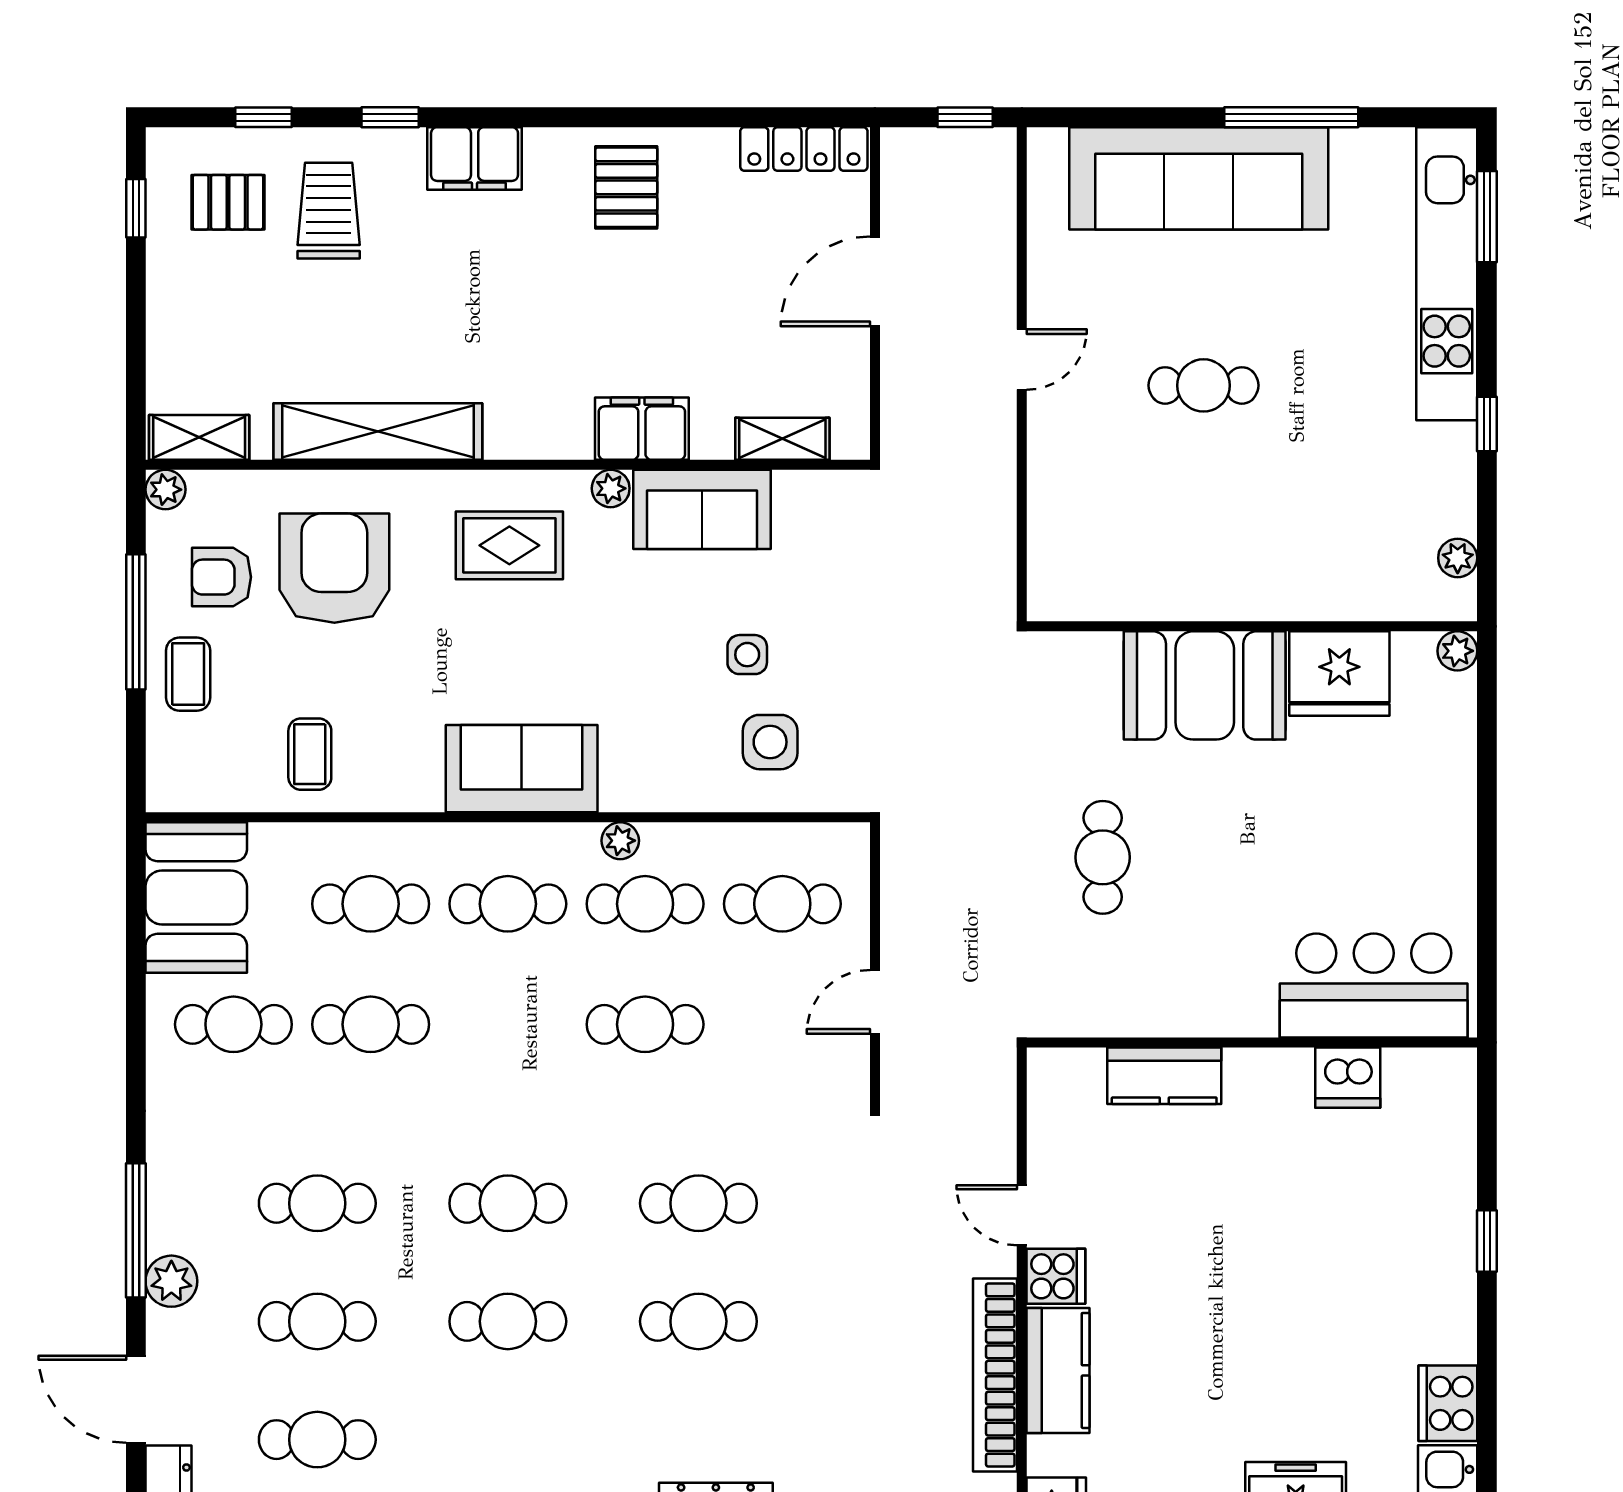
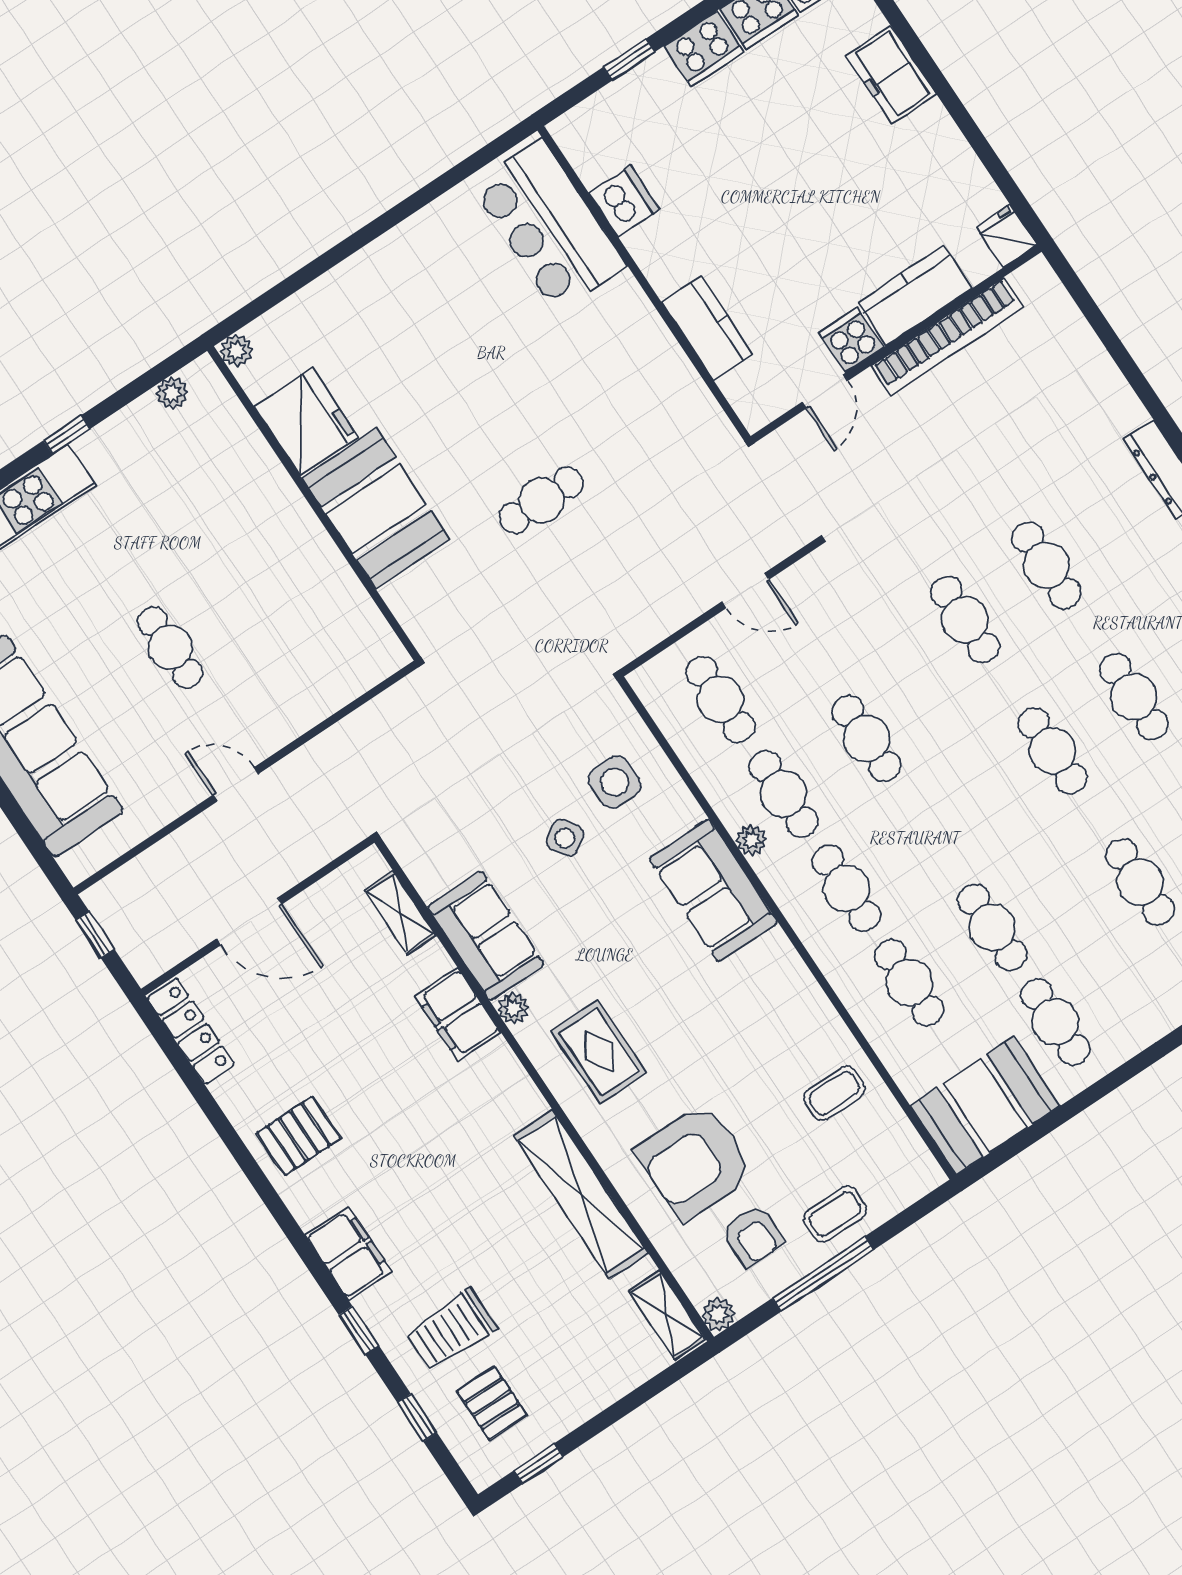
side table: (747, 655) -> (565, 838), turned -33
sofa: (522, 769) -> (713, 891), moved
bar counter: (1374, 985) -> (549, 226), moved
wall: (1252, 1042) -> (644, 283), moved
kitchen counter: (1164, 1076) -> (707, 328), moved
dishwasher: (1348, 1078) -> (624, 201), moved
cooker: (1447, 1323) -> (704, 49), added

